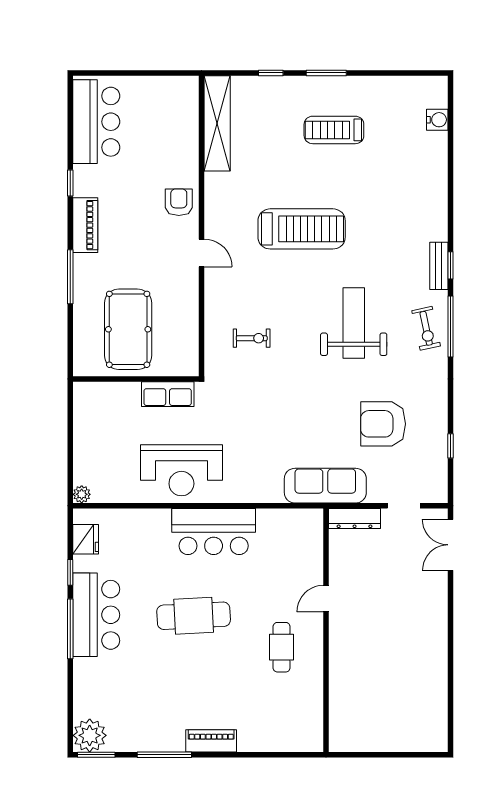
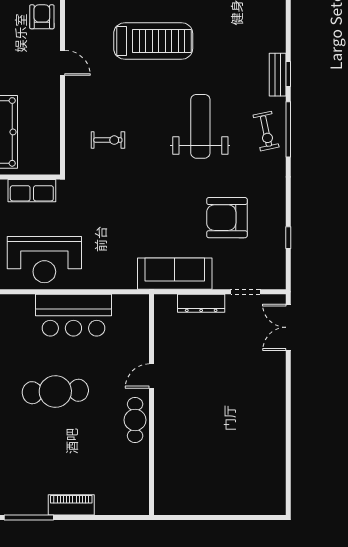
door: (326, 599) -> (152, 376), moved
wall: (326, 630) -> (152, 405), moved

